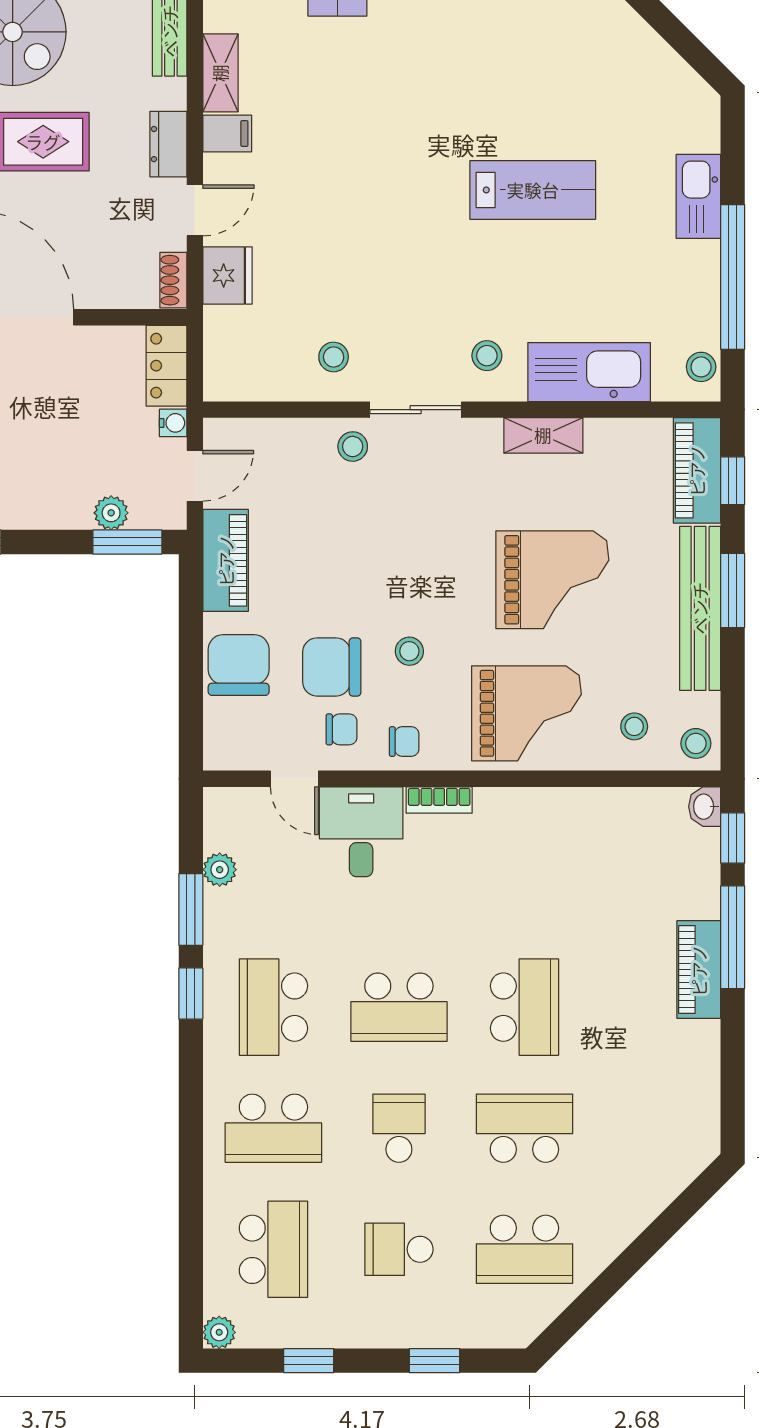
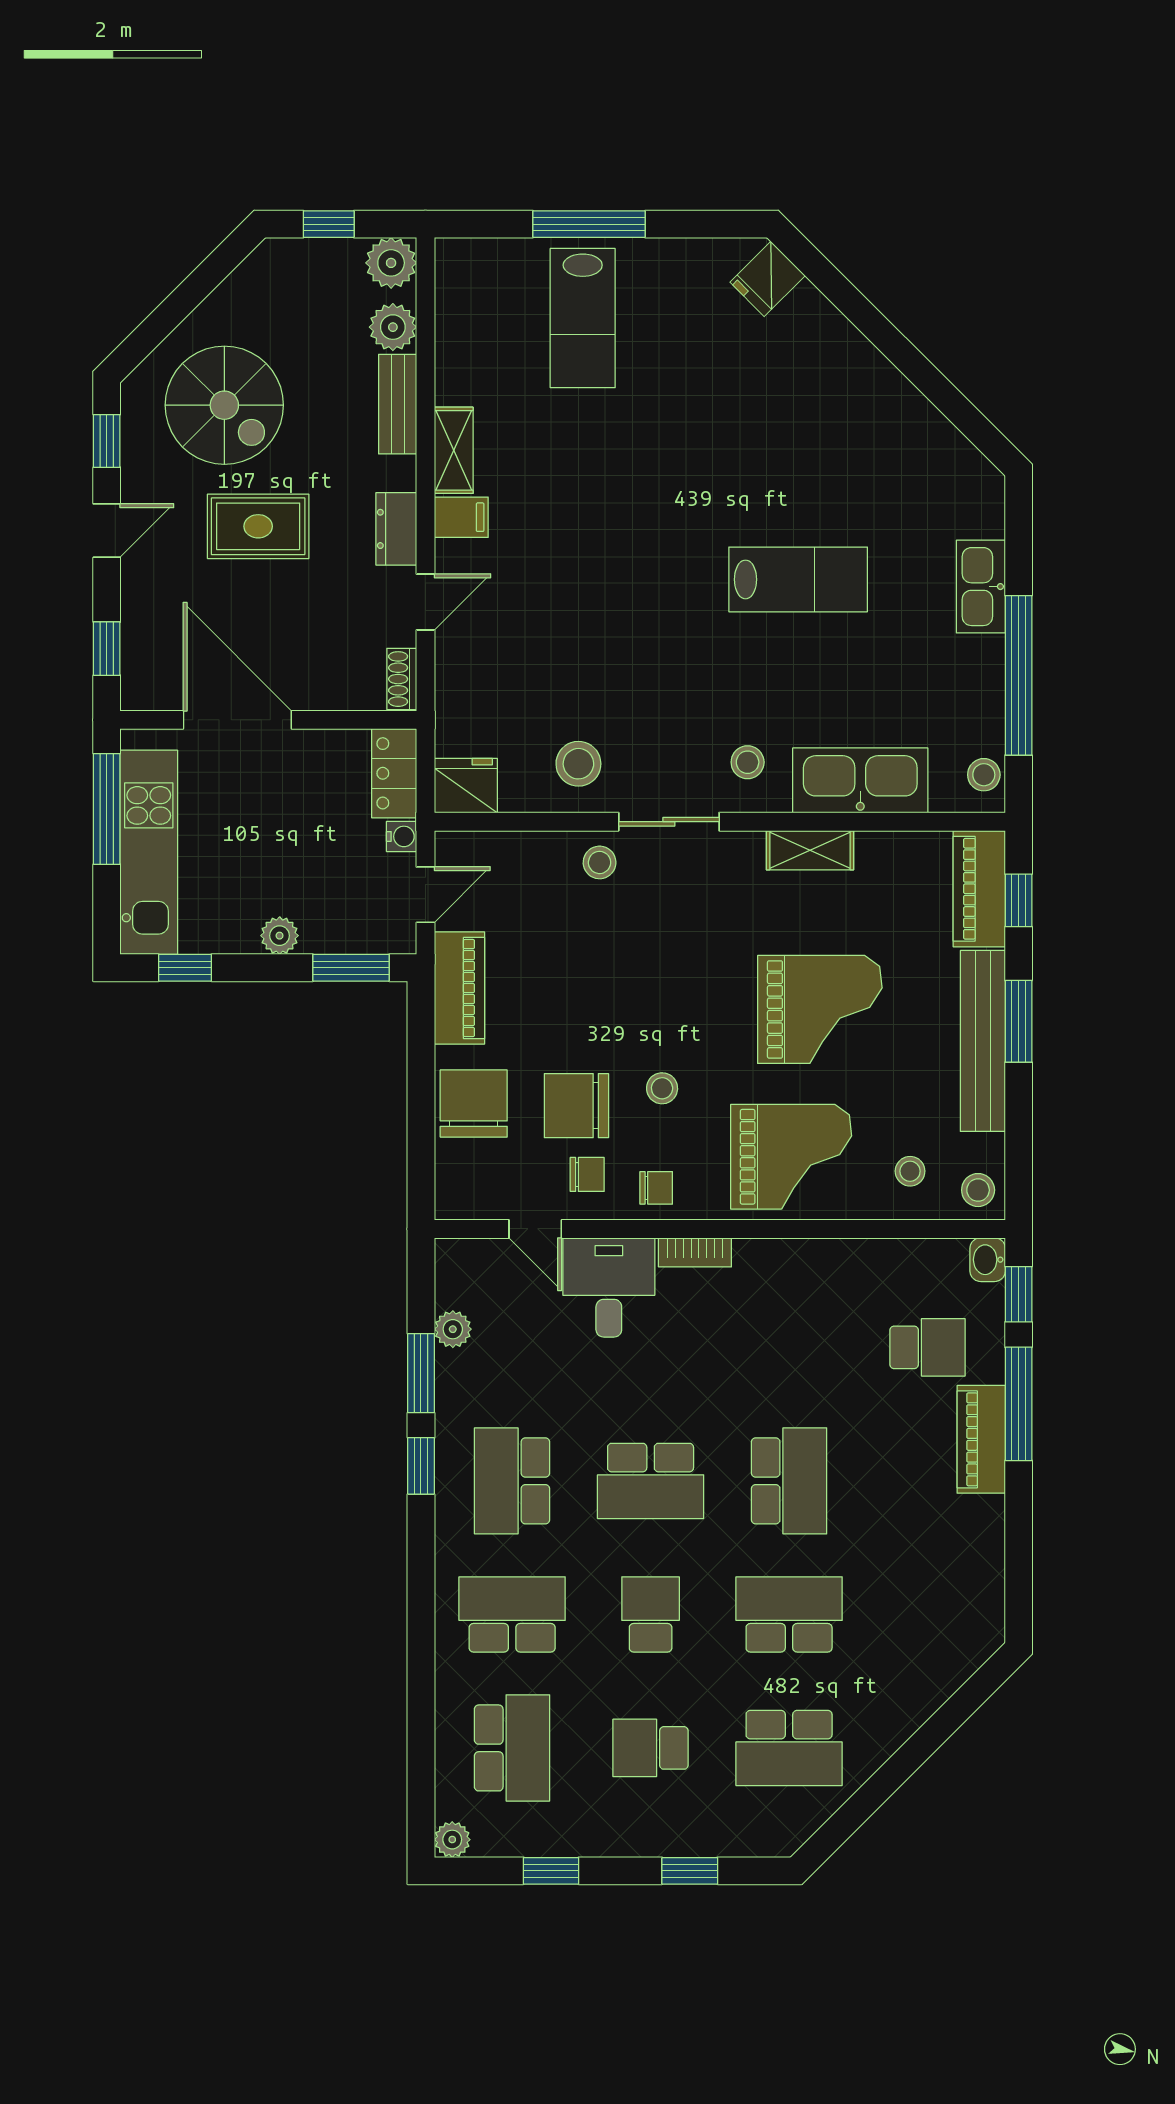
fridge: (228, 275) -> (466, 786), moved, turned -90
stool: (334, 357) -> (578, 764), width x1.37, depth x1.37
plant: (111, 513) -> (280, 936), moved
school desk: (650, 886) -> (927, 1347), added
school desk: (273, 1128) -> (512, 1614), turned 180

